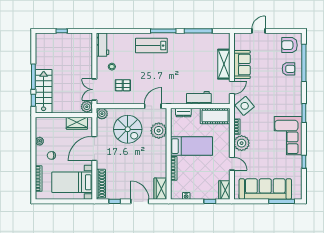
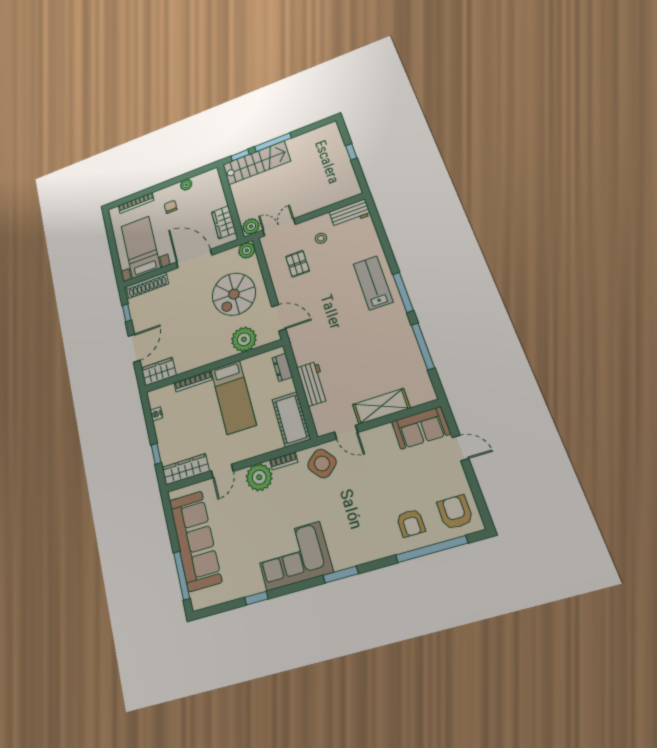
sofa: (242, 65) -> (421, 428), moved
wardrobe: (224, 190) -> (186, 469), width x1.50

